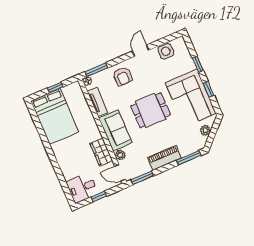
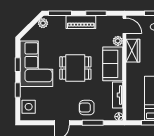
side table: (166, 51) -> (29, 107), moved
window: (96, 70) -> (93, 123), moved
armchair: (123, 76) -> (87, 108), turned -90
plant: (205, 130) -> (43, 23), moved
window: (142, 178) -> (96, 13), moved

